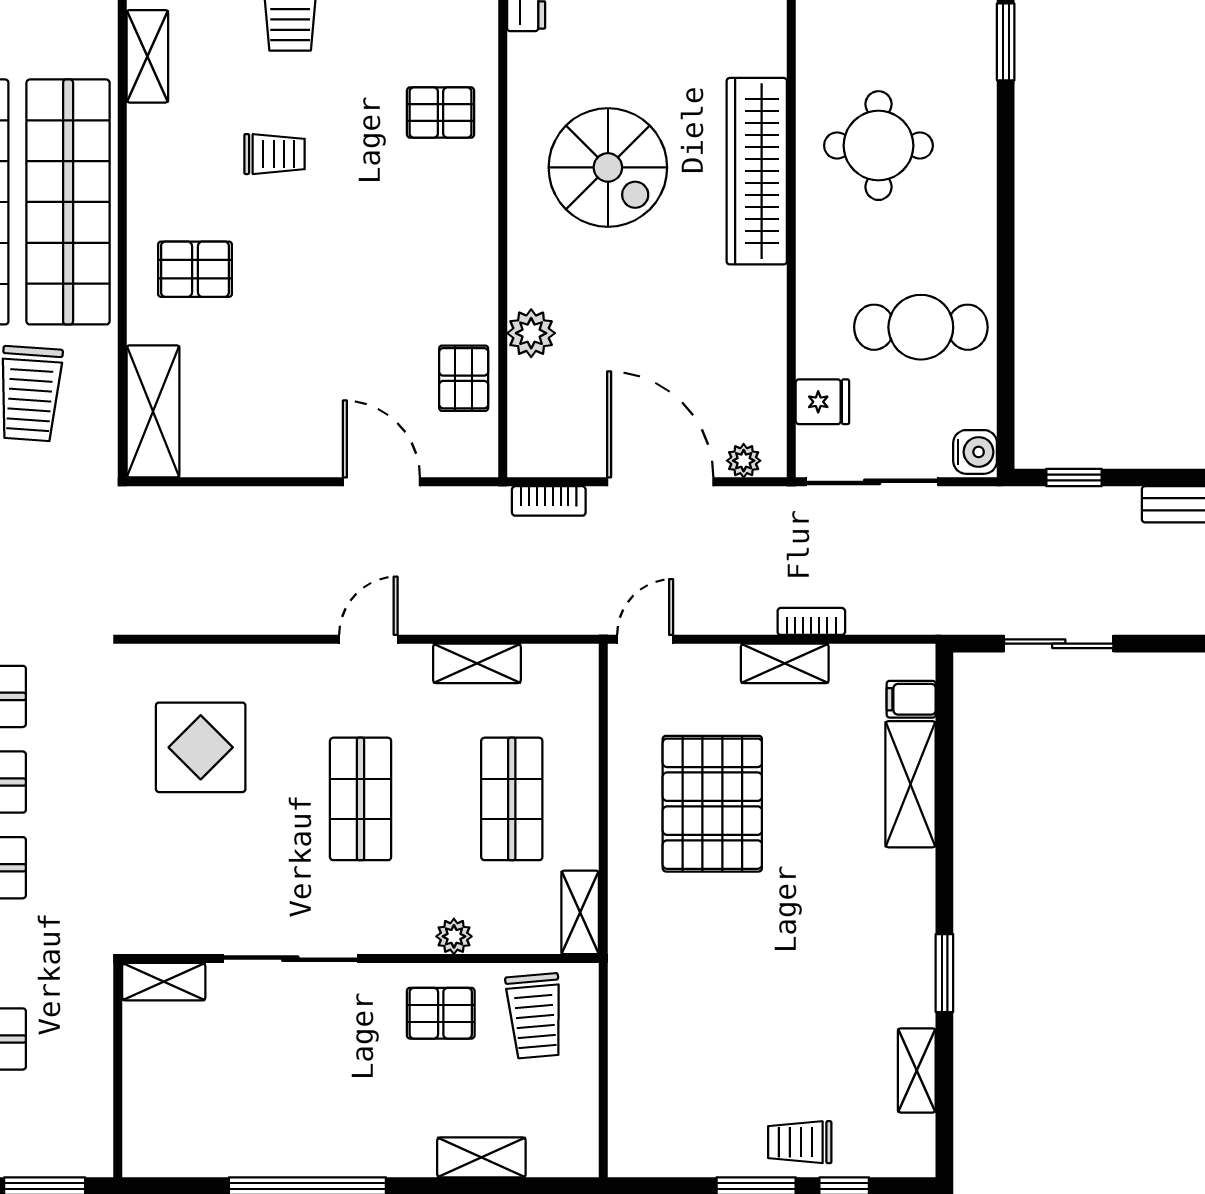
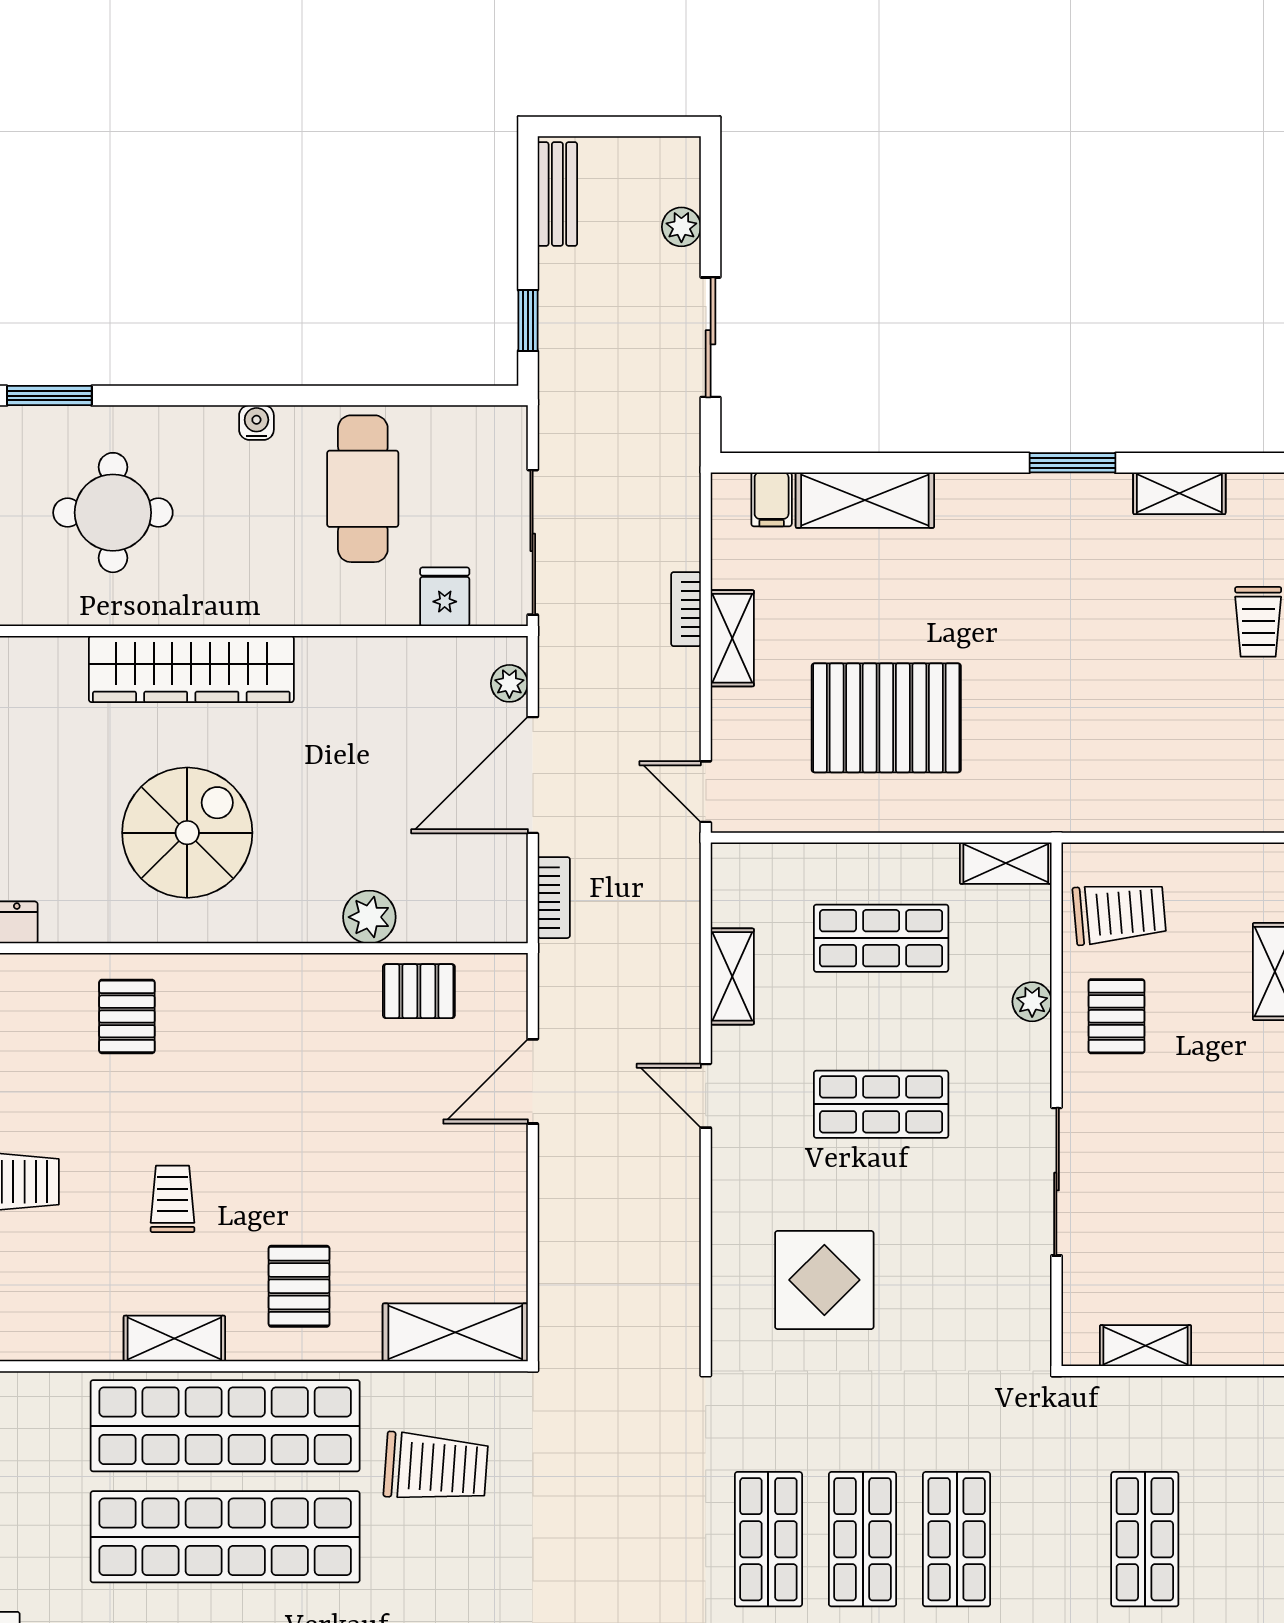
shelving: (147, 56) -> (174, 1339), moved
round table: (878, 146) -> (113, 513), moved
water cooler: (975, 452) -> (256, 423), moved, width x0.72, depth x0.72
plant: (1159, 617) -> (681, 227), added
shelving: (164, 982) -> (1146, 1346), moved, turned 90

